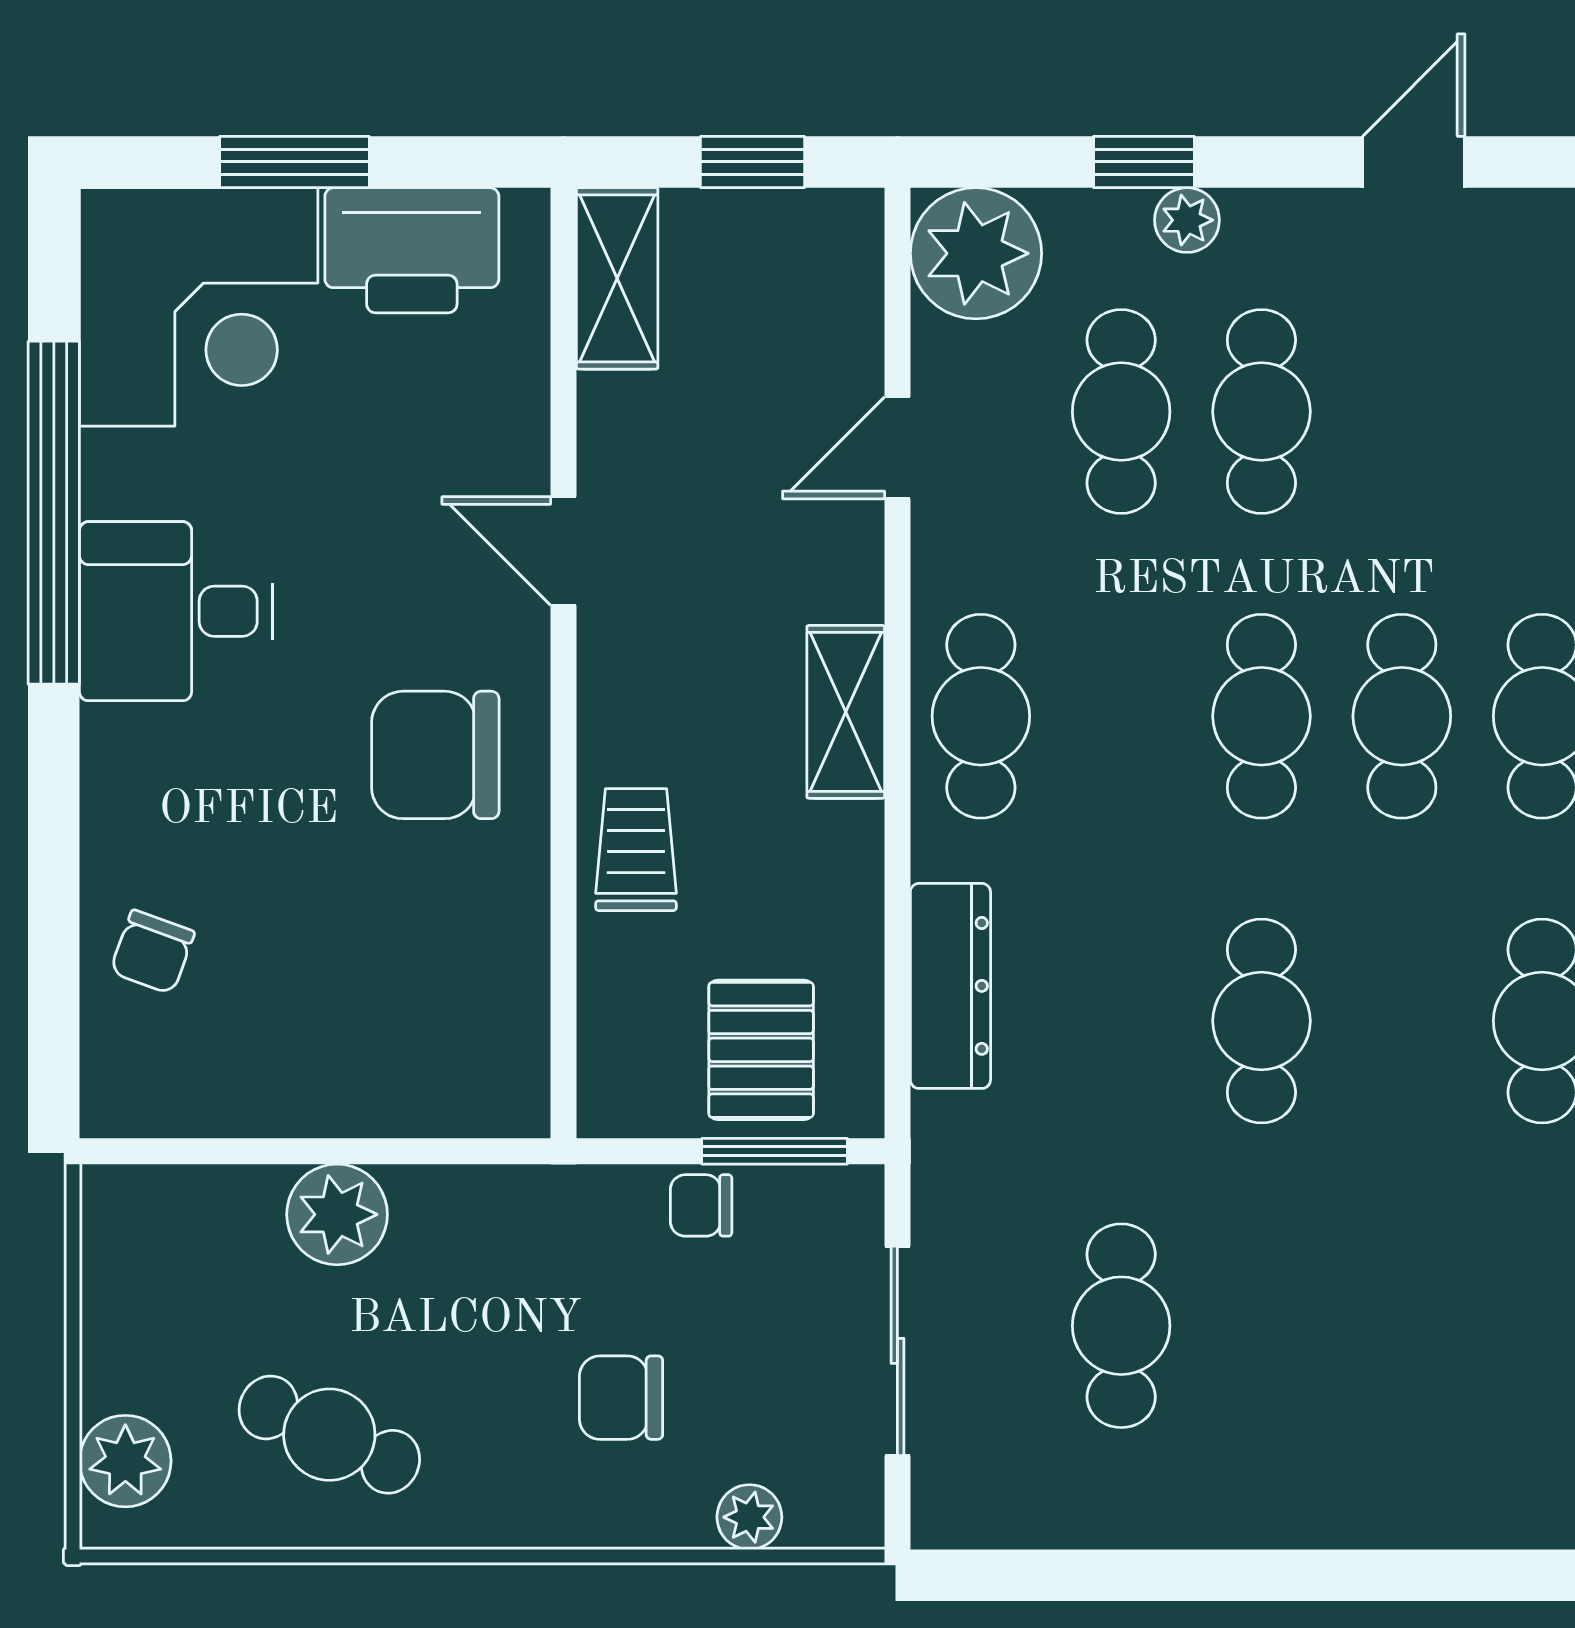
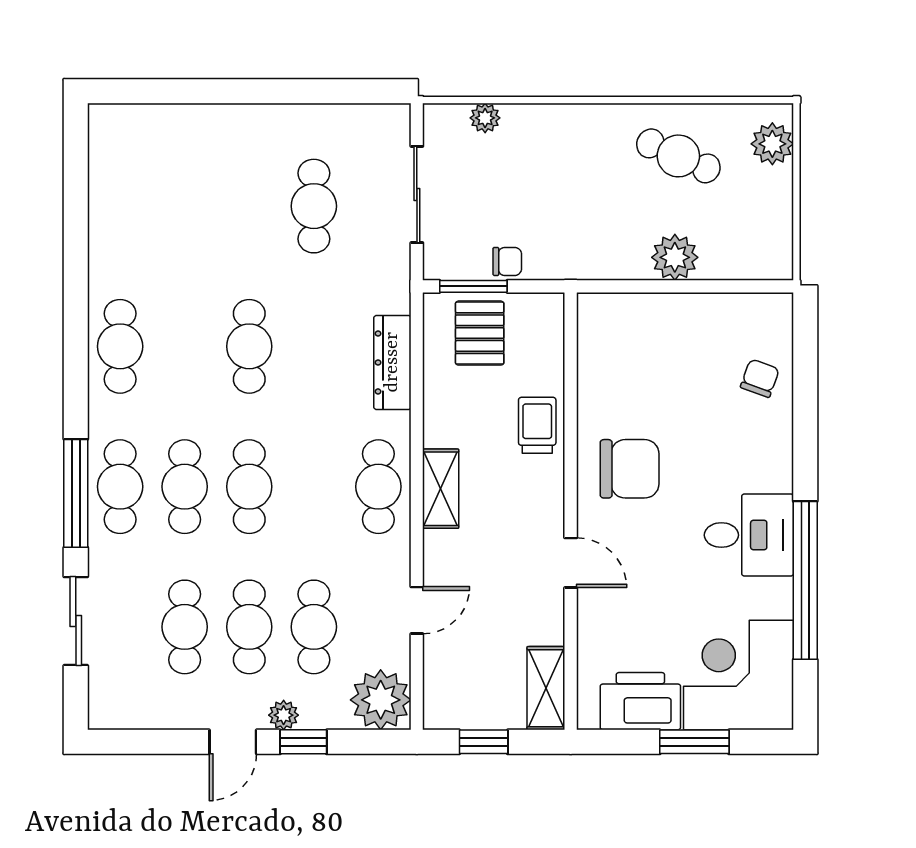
door: (1414, 162) -> (233, 742), moved
cafe table: (1402, 412) -> (185, 627), added
trolley: (636, 850) -> (537, 425), turned 180
chair: (621, 1398) -> (544, 173), removed

